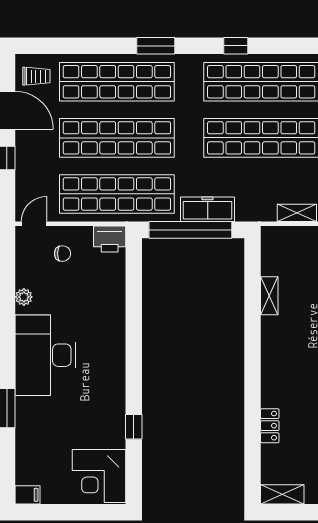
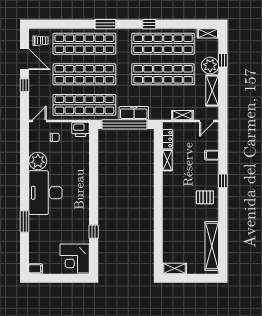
plant: (24, 297) -> (38, 161), width x1.88, depth x1.88
locker: (270, 426) -> (168, 139), moved

